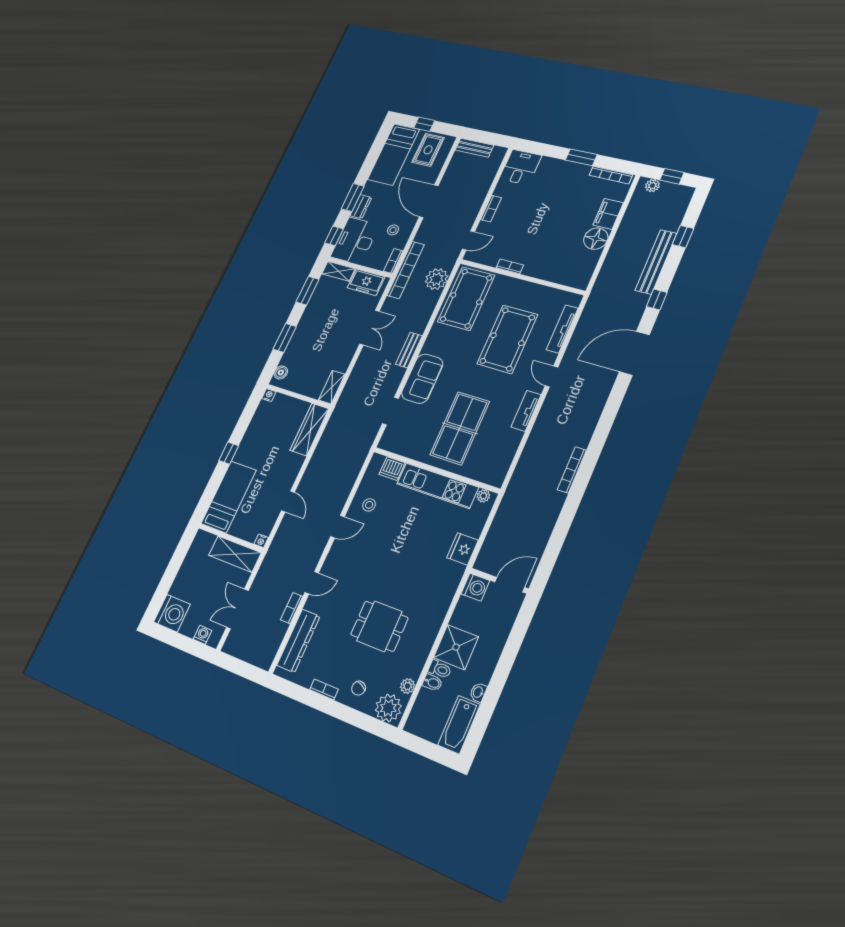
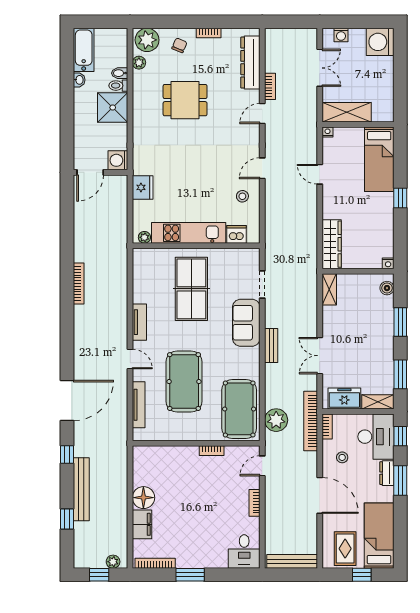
bench: (474, 148) -> (292, 561), width x1.36

